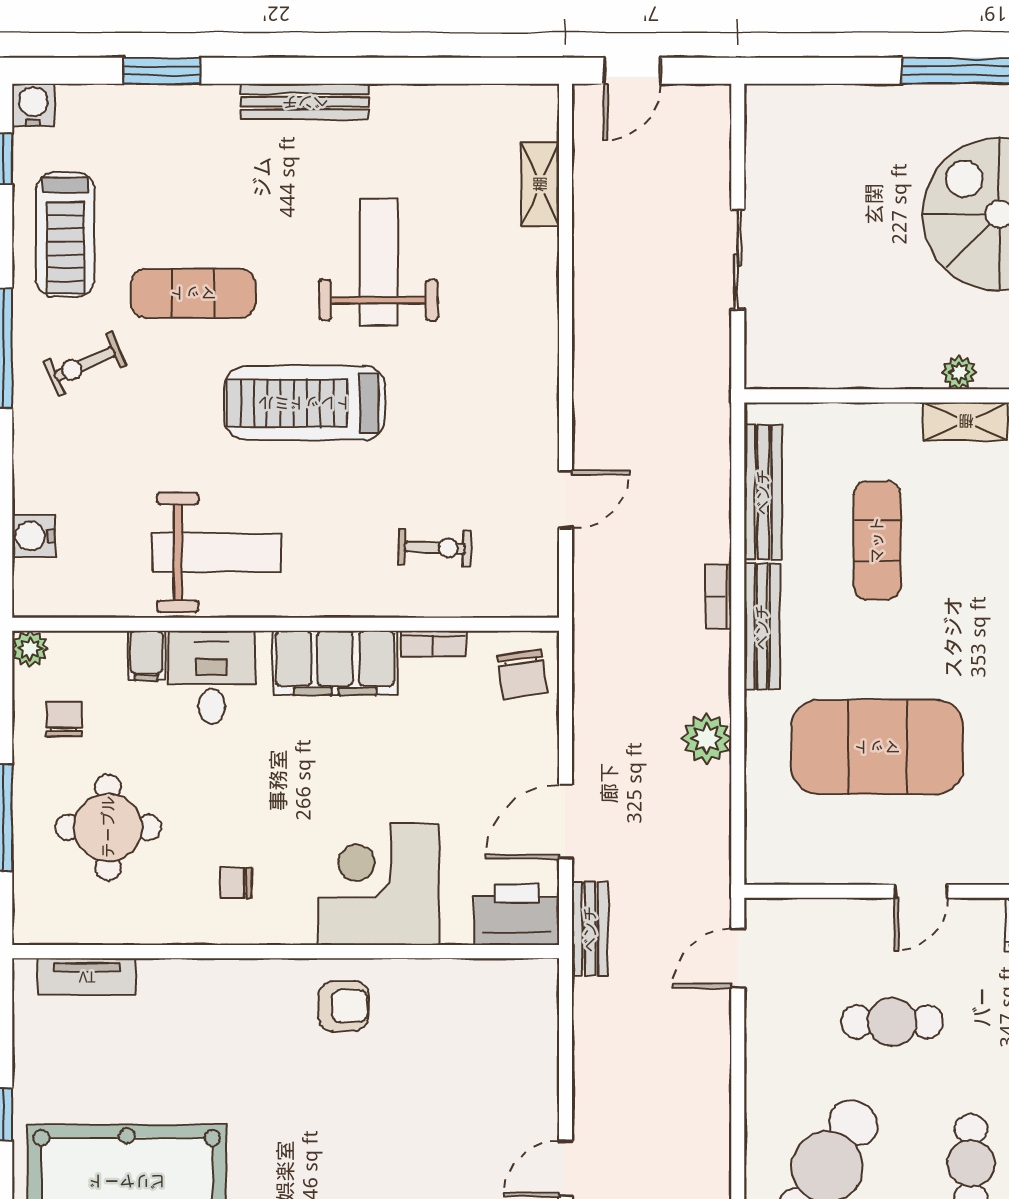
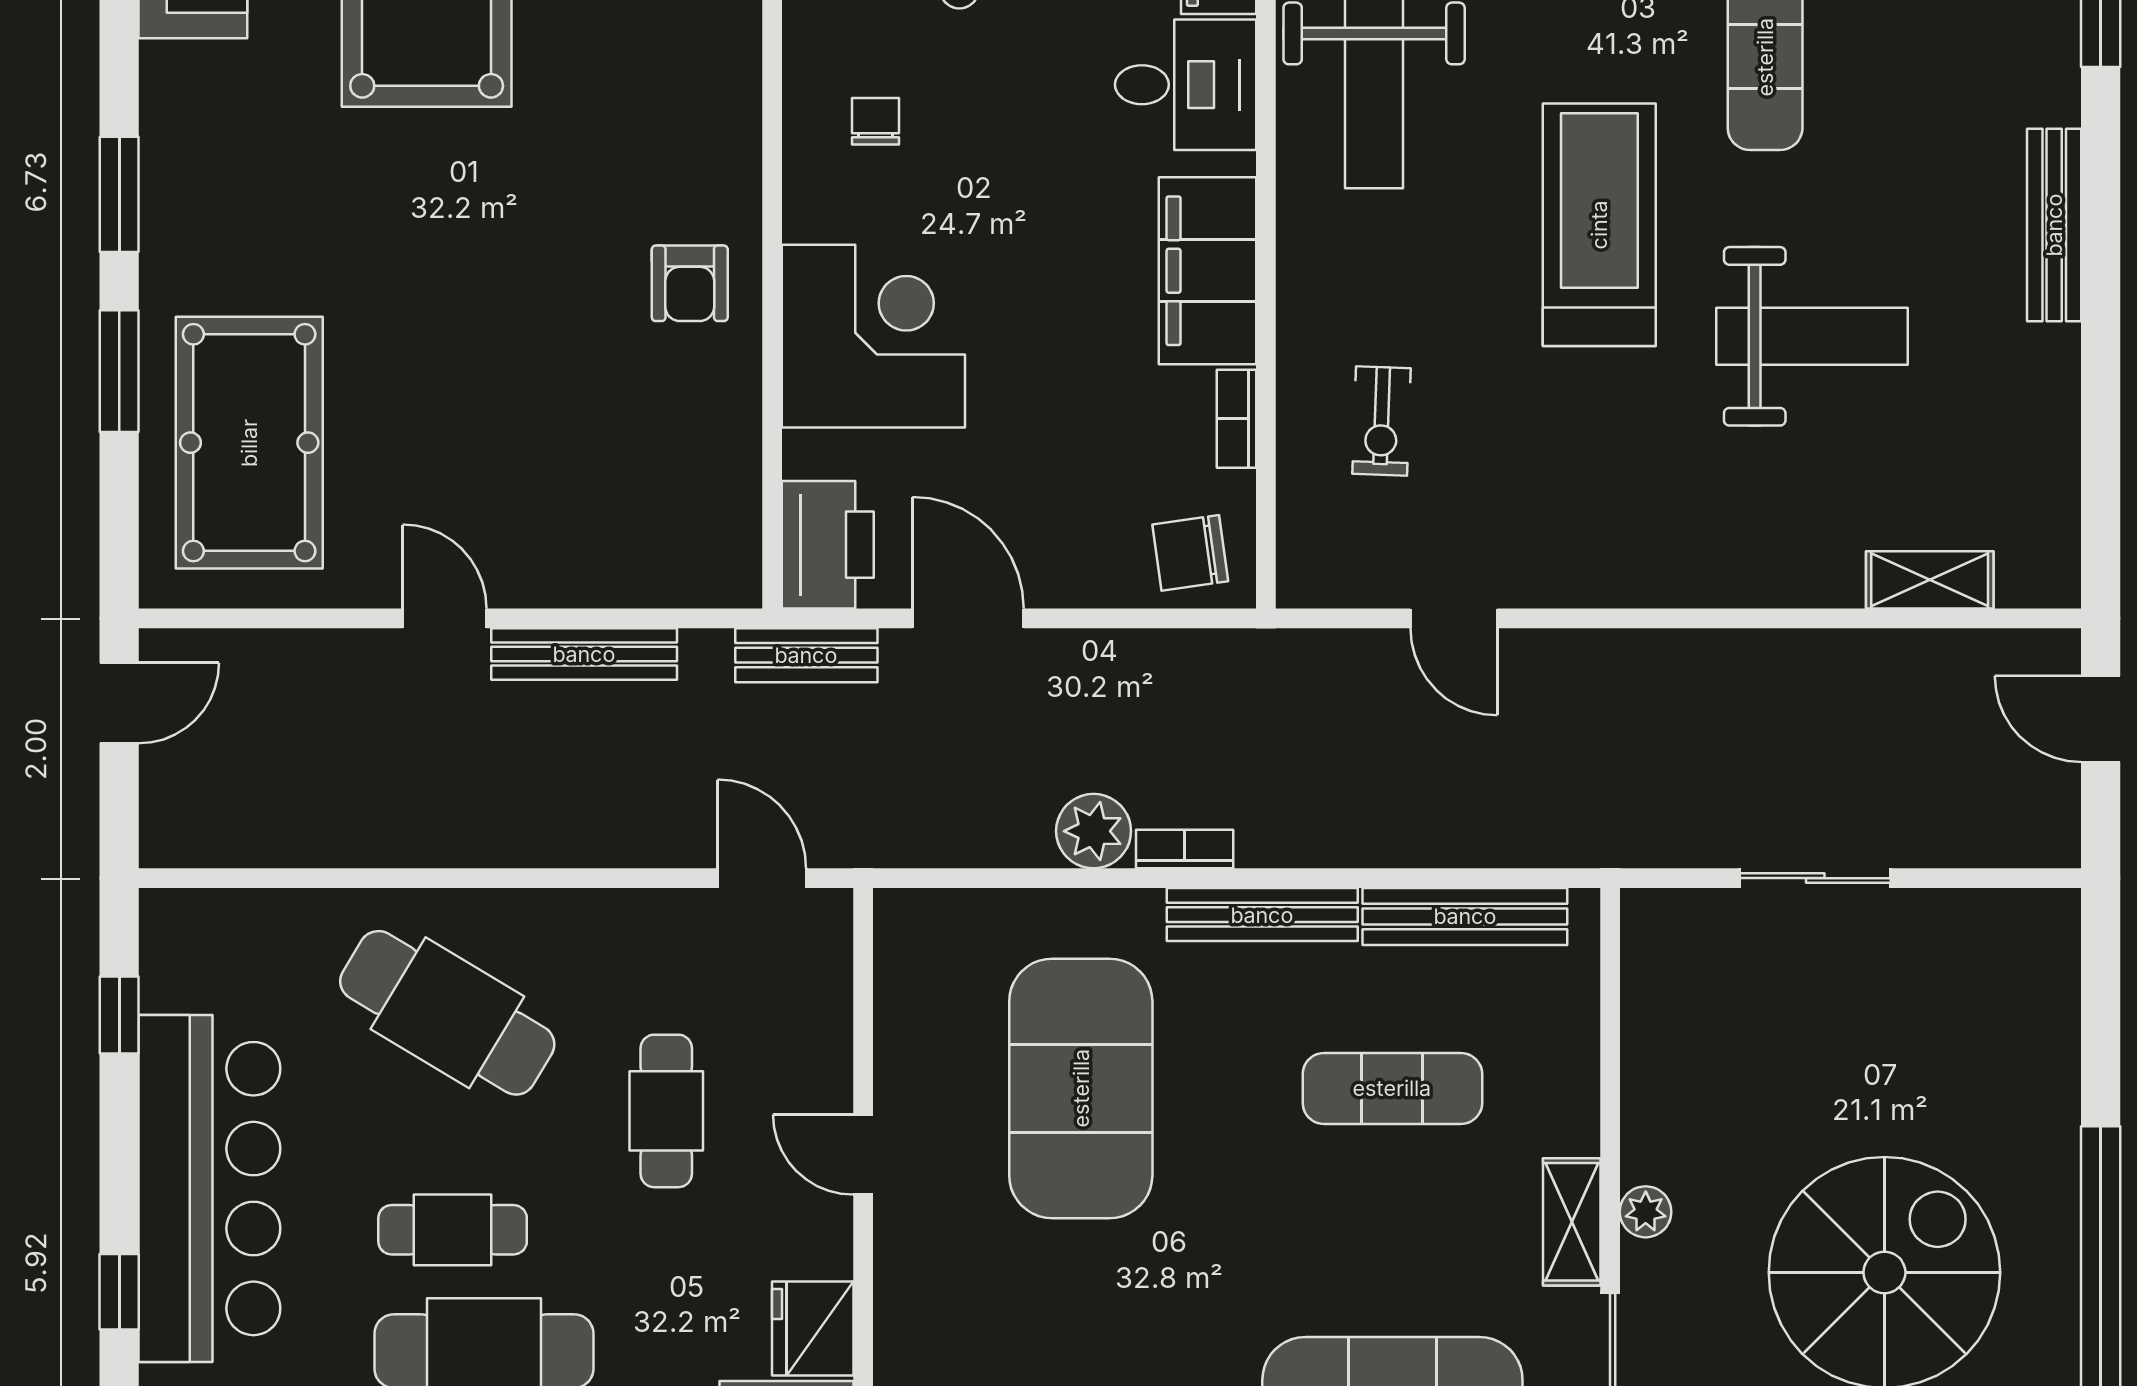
bookcase: (718, 597) -> (1185, 849), moved
bench: (589, 1076) -> (584, 654), added

